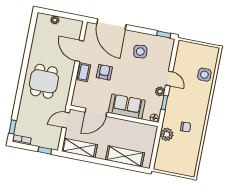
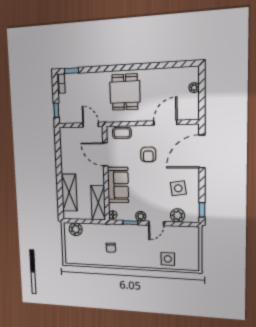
plant: (165, 57) -> (177, 215), added
coffee table: (84, 72) -> (122, 133), moved
armchair: (104, 72) -> (148, 154), turned 90
dining table: (44, 81) -> (125, 92), turned 90
plant: (167, 134) -> (76, 229), moved
shelving: (79, 148) -> (98, 203), moved

